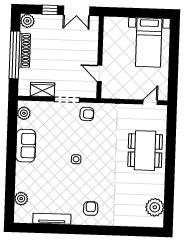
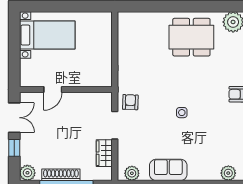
door: (99, 73) -> (53, 89), moved
door: (150, 102) -> (115, 31), removed
dining table: (145, 151) -> (191, 37), moved

